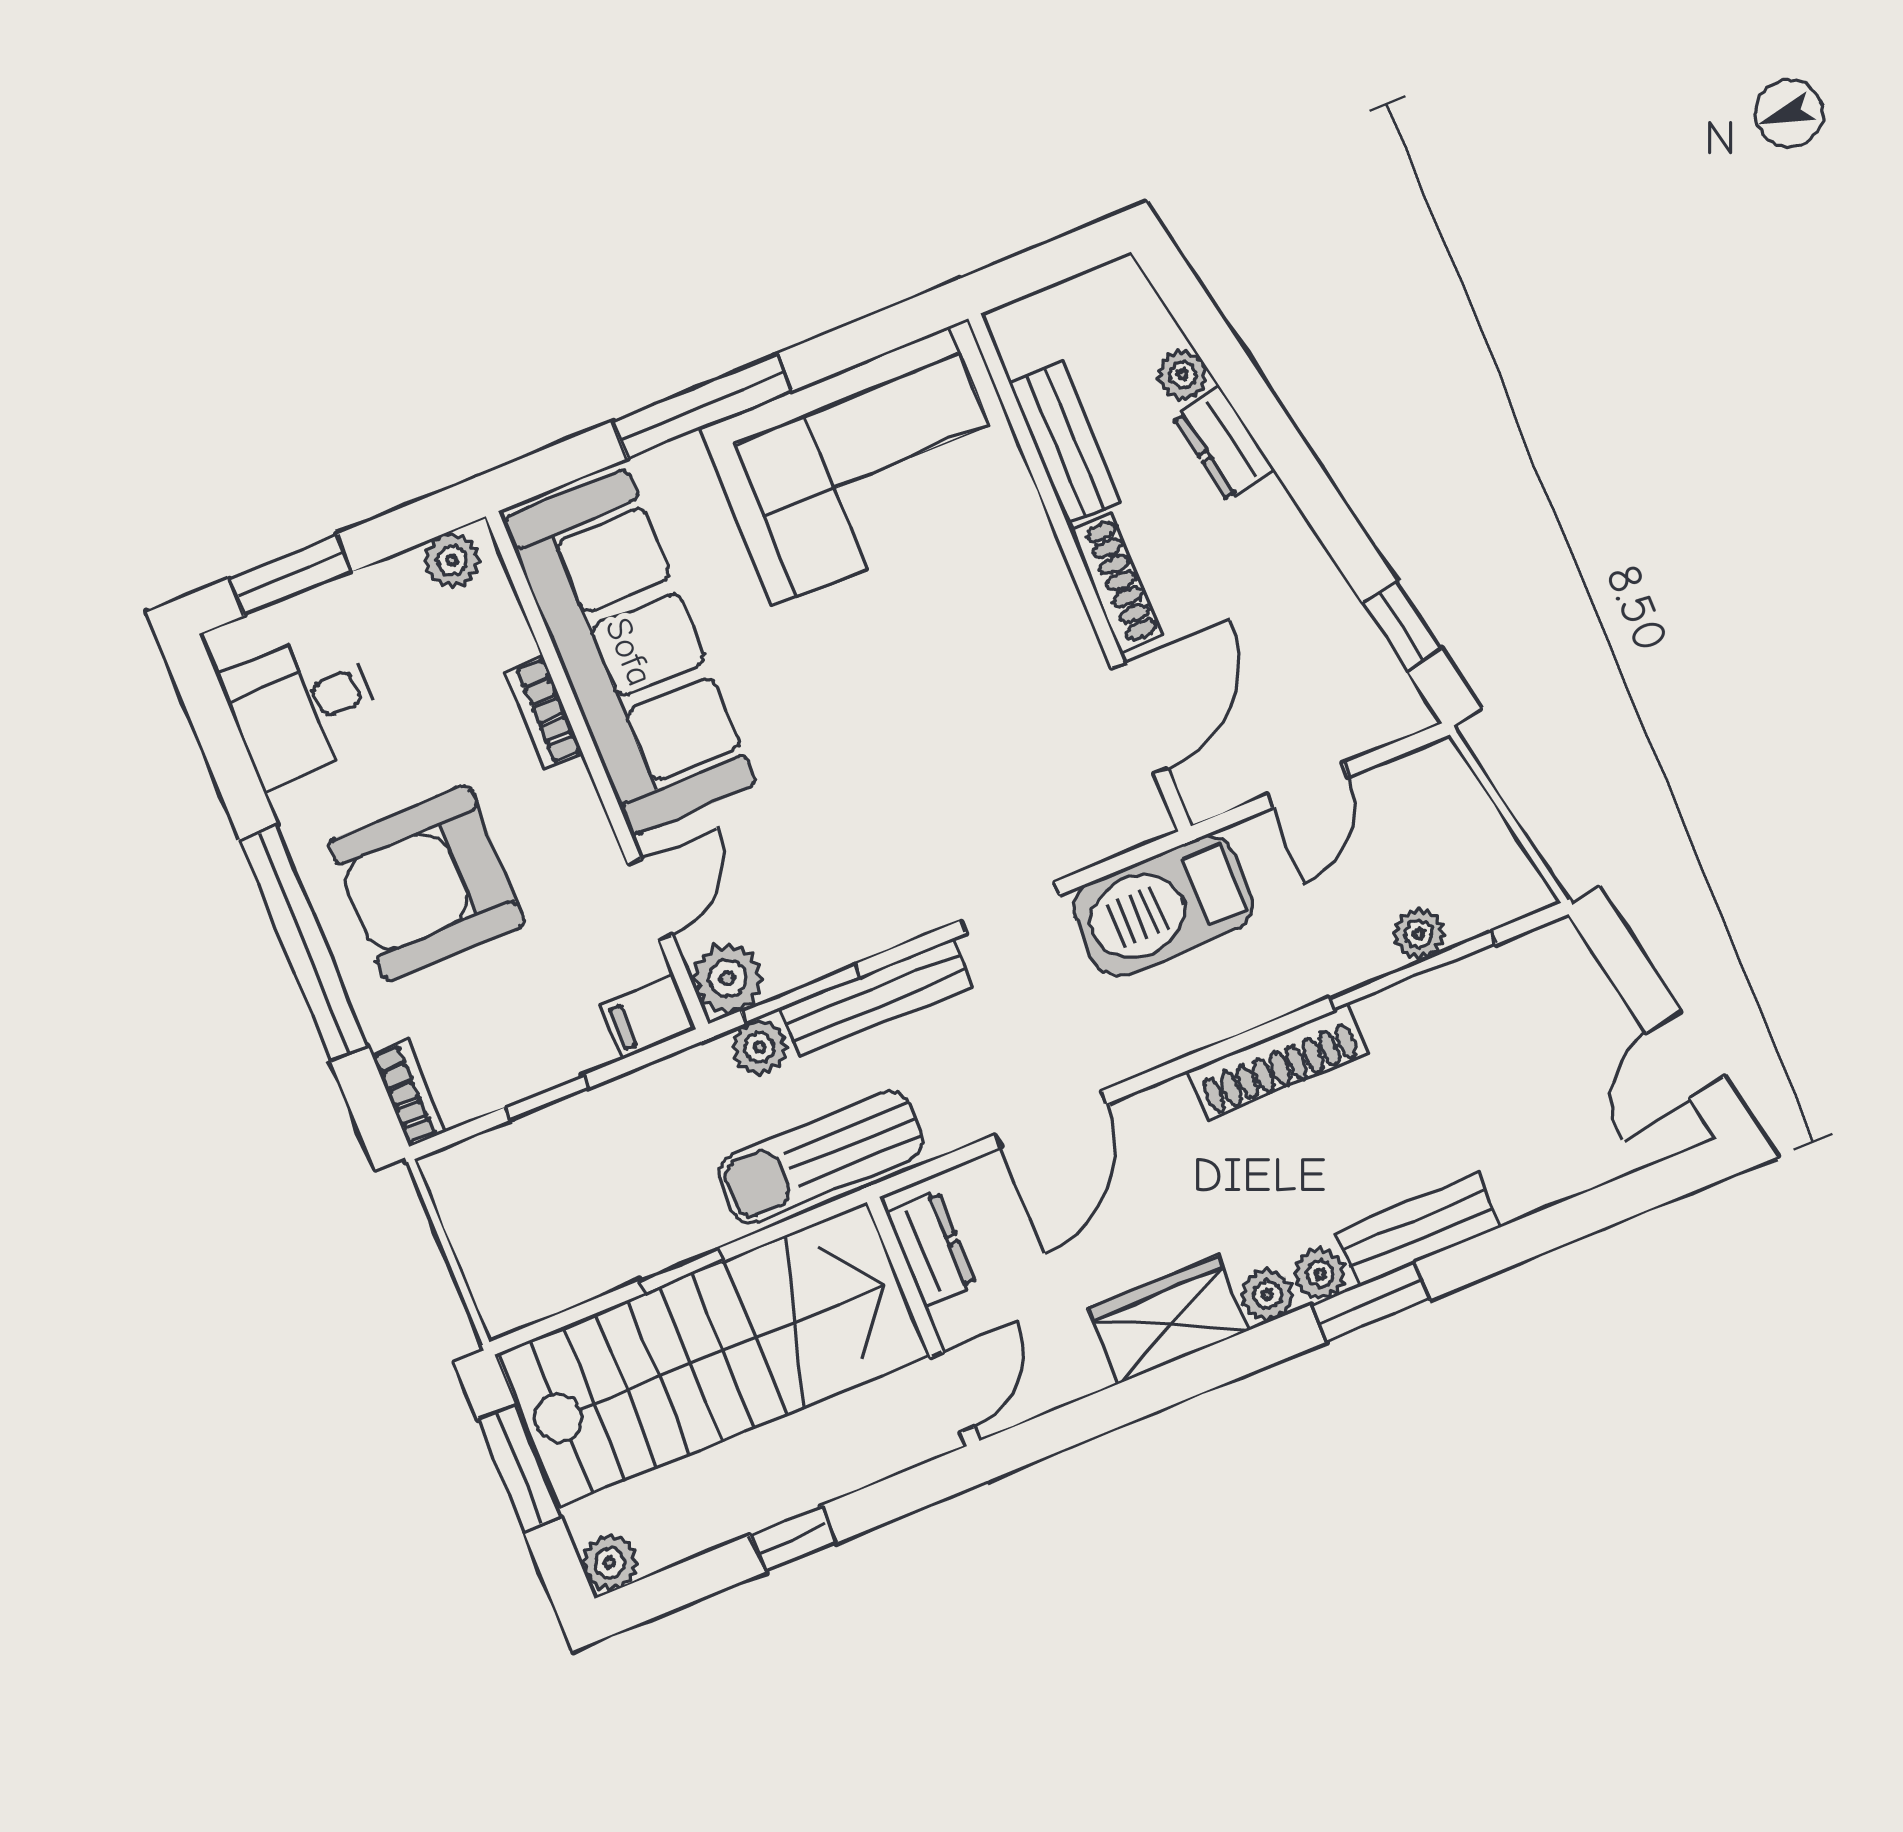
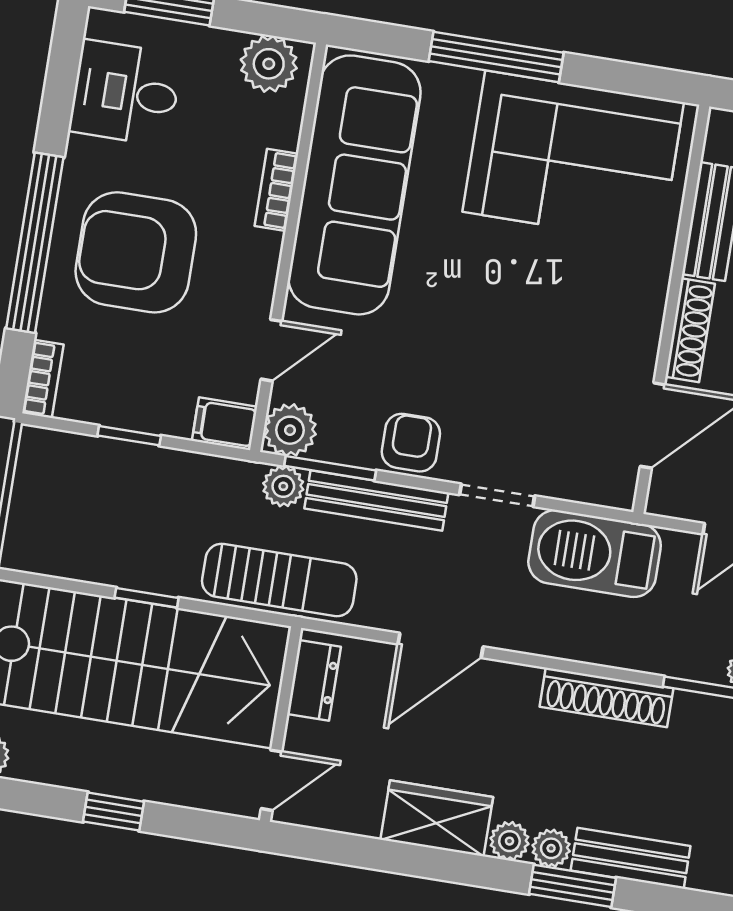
plant: (452, 560) -> (269, 64), width x1.38, depth x1.38
armchair: (875, 908) -> (411, 443), added
sun lounger: (821, 1157) -> (279, 580), turned 180

